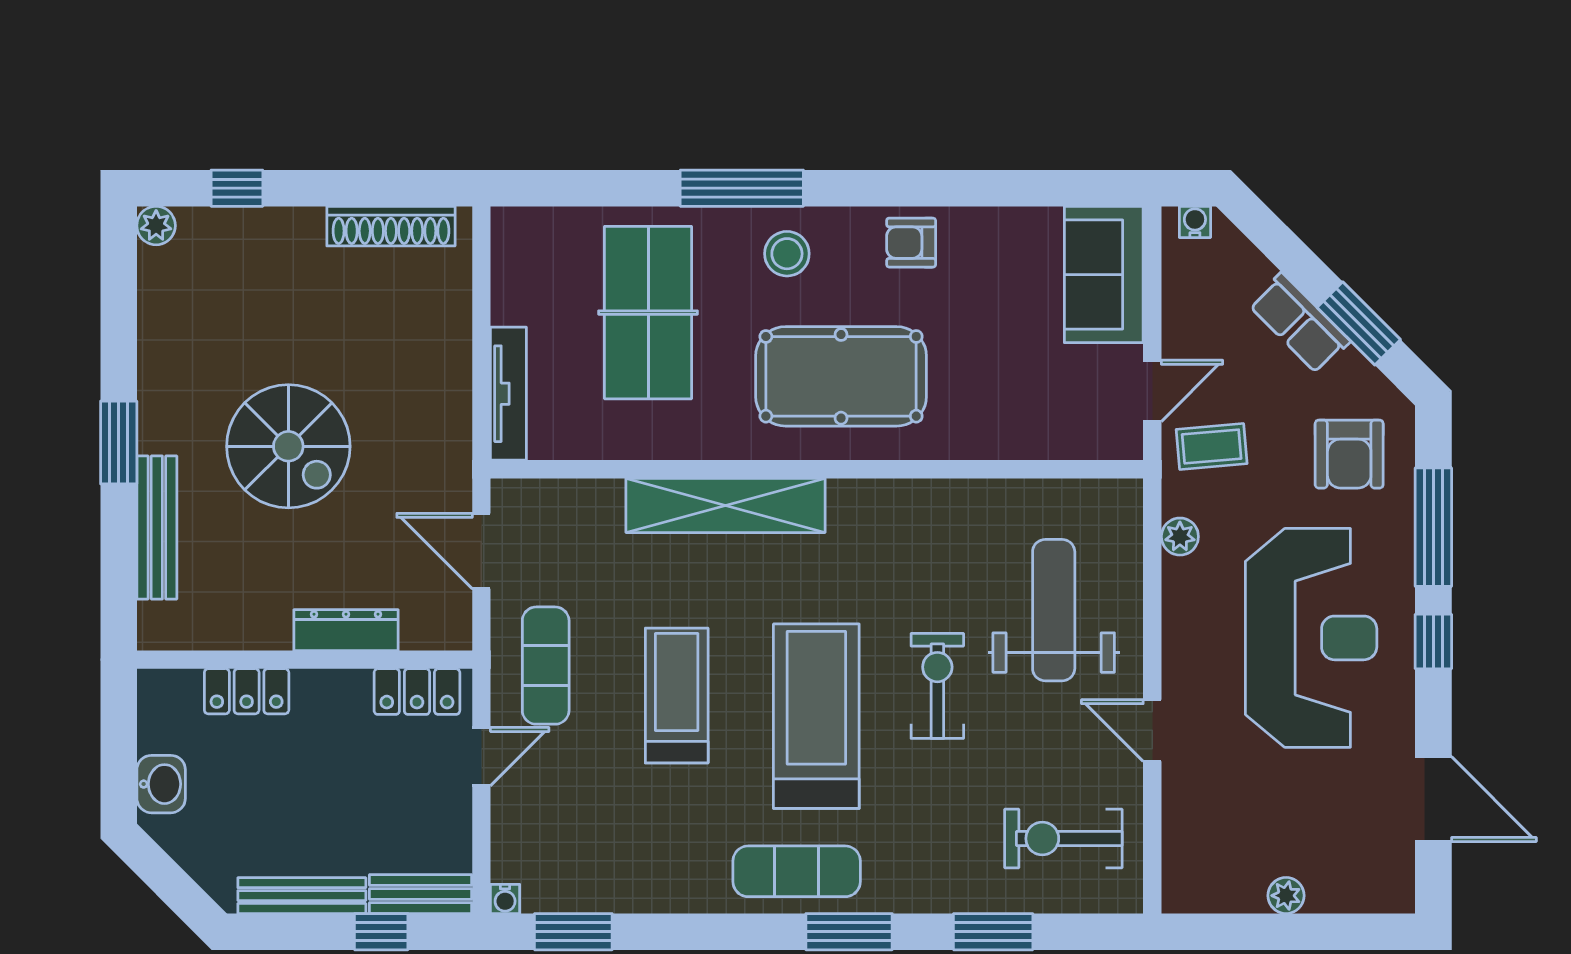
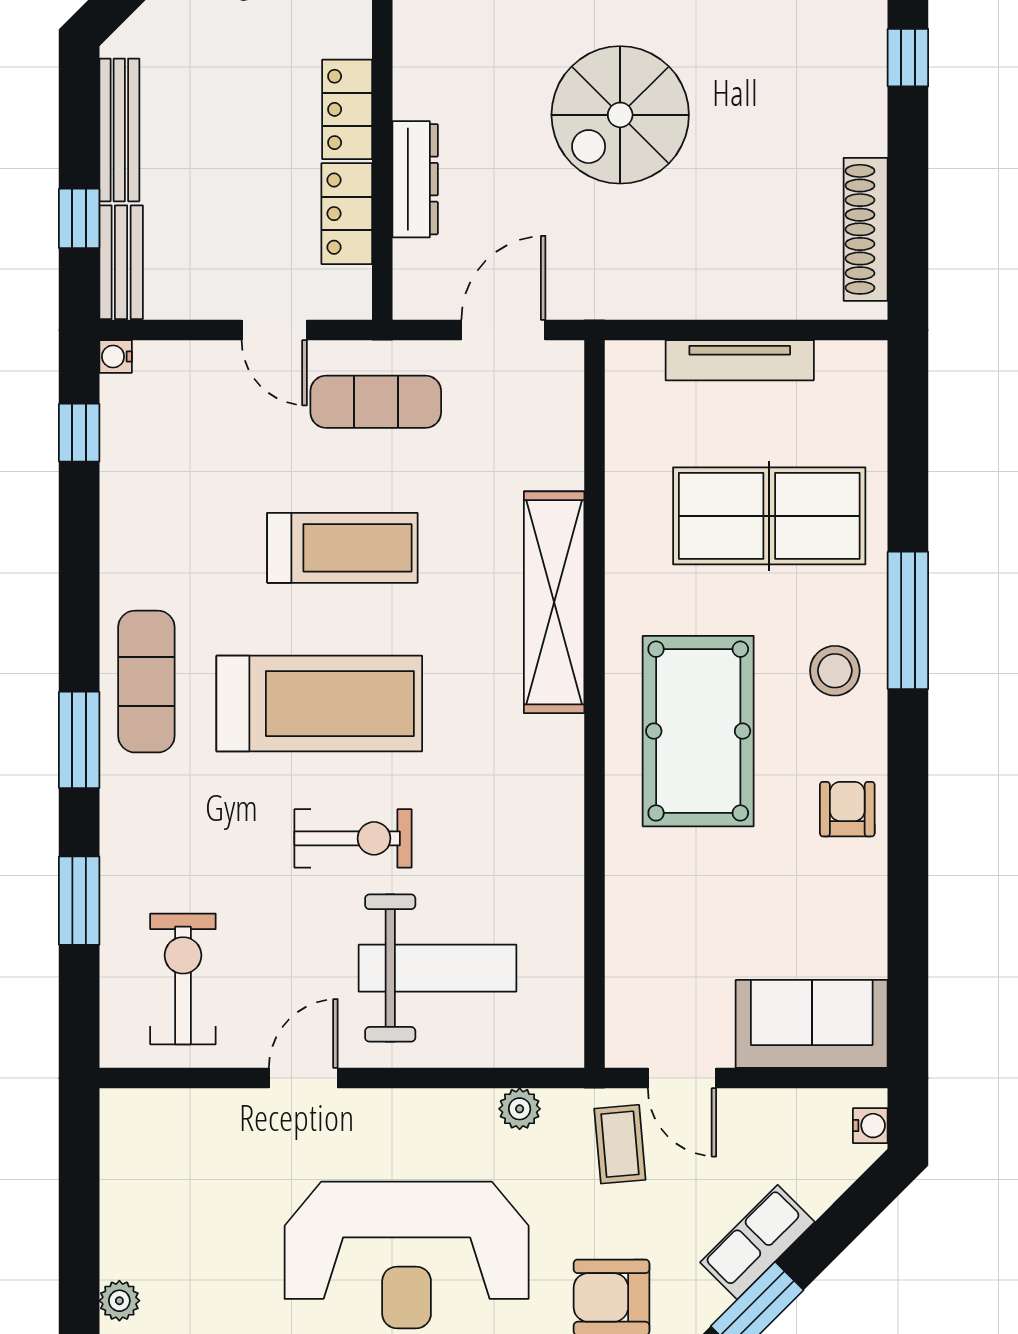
tv unit: (508, 394) -> (740, 360), moved
locker: (247, 691) -> (347, 109), moved
locker: (417, 692) -> (347, 214), moved
plant: (1286, 896) -> (119, 1301), moved
window: (573, 932) -> (79, 433), width x0.67

